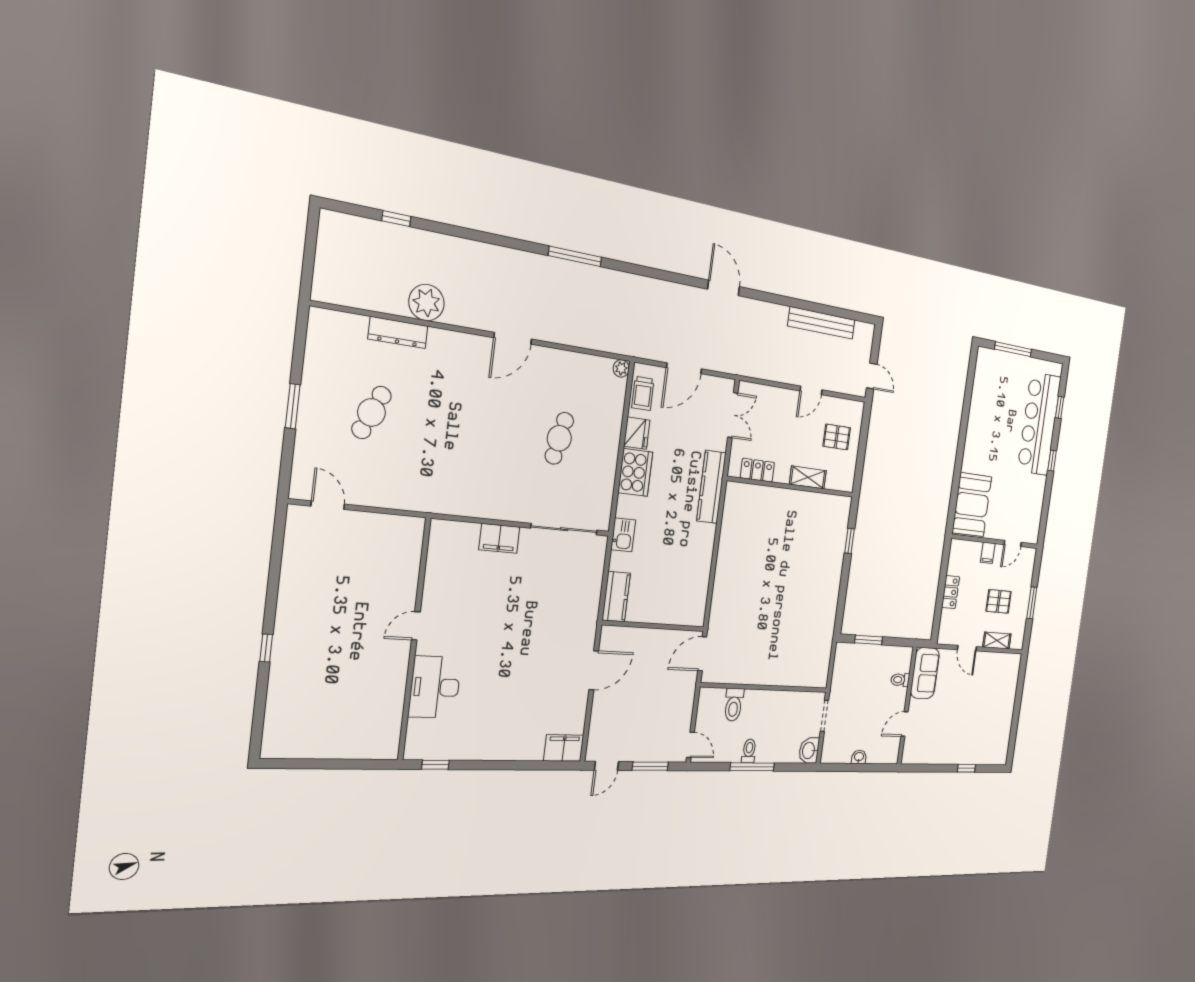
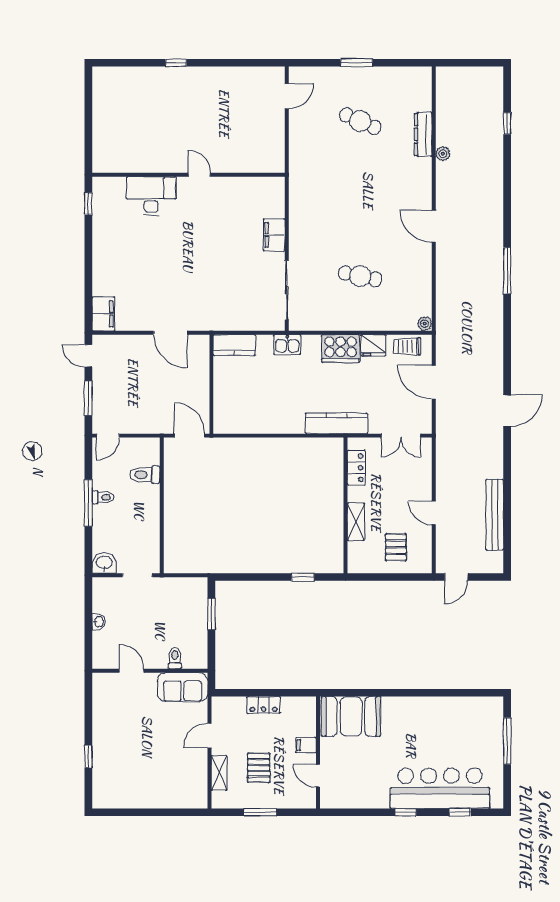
plant: (427, 303) -> (443, 154), width x0.53, depth x0.53

